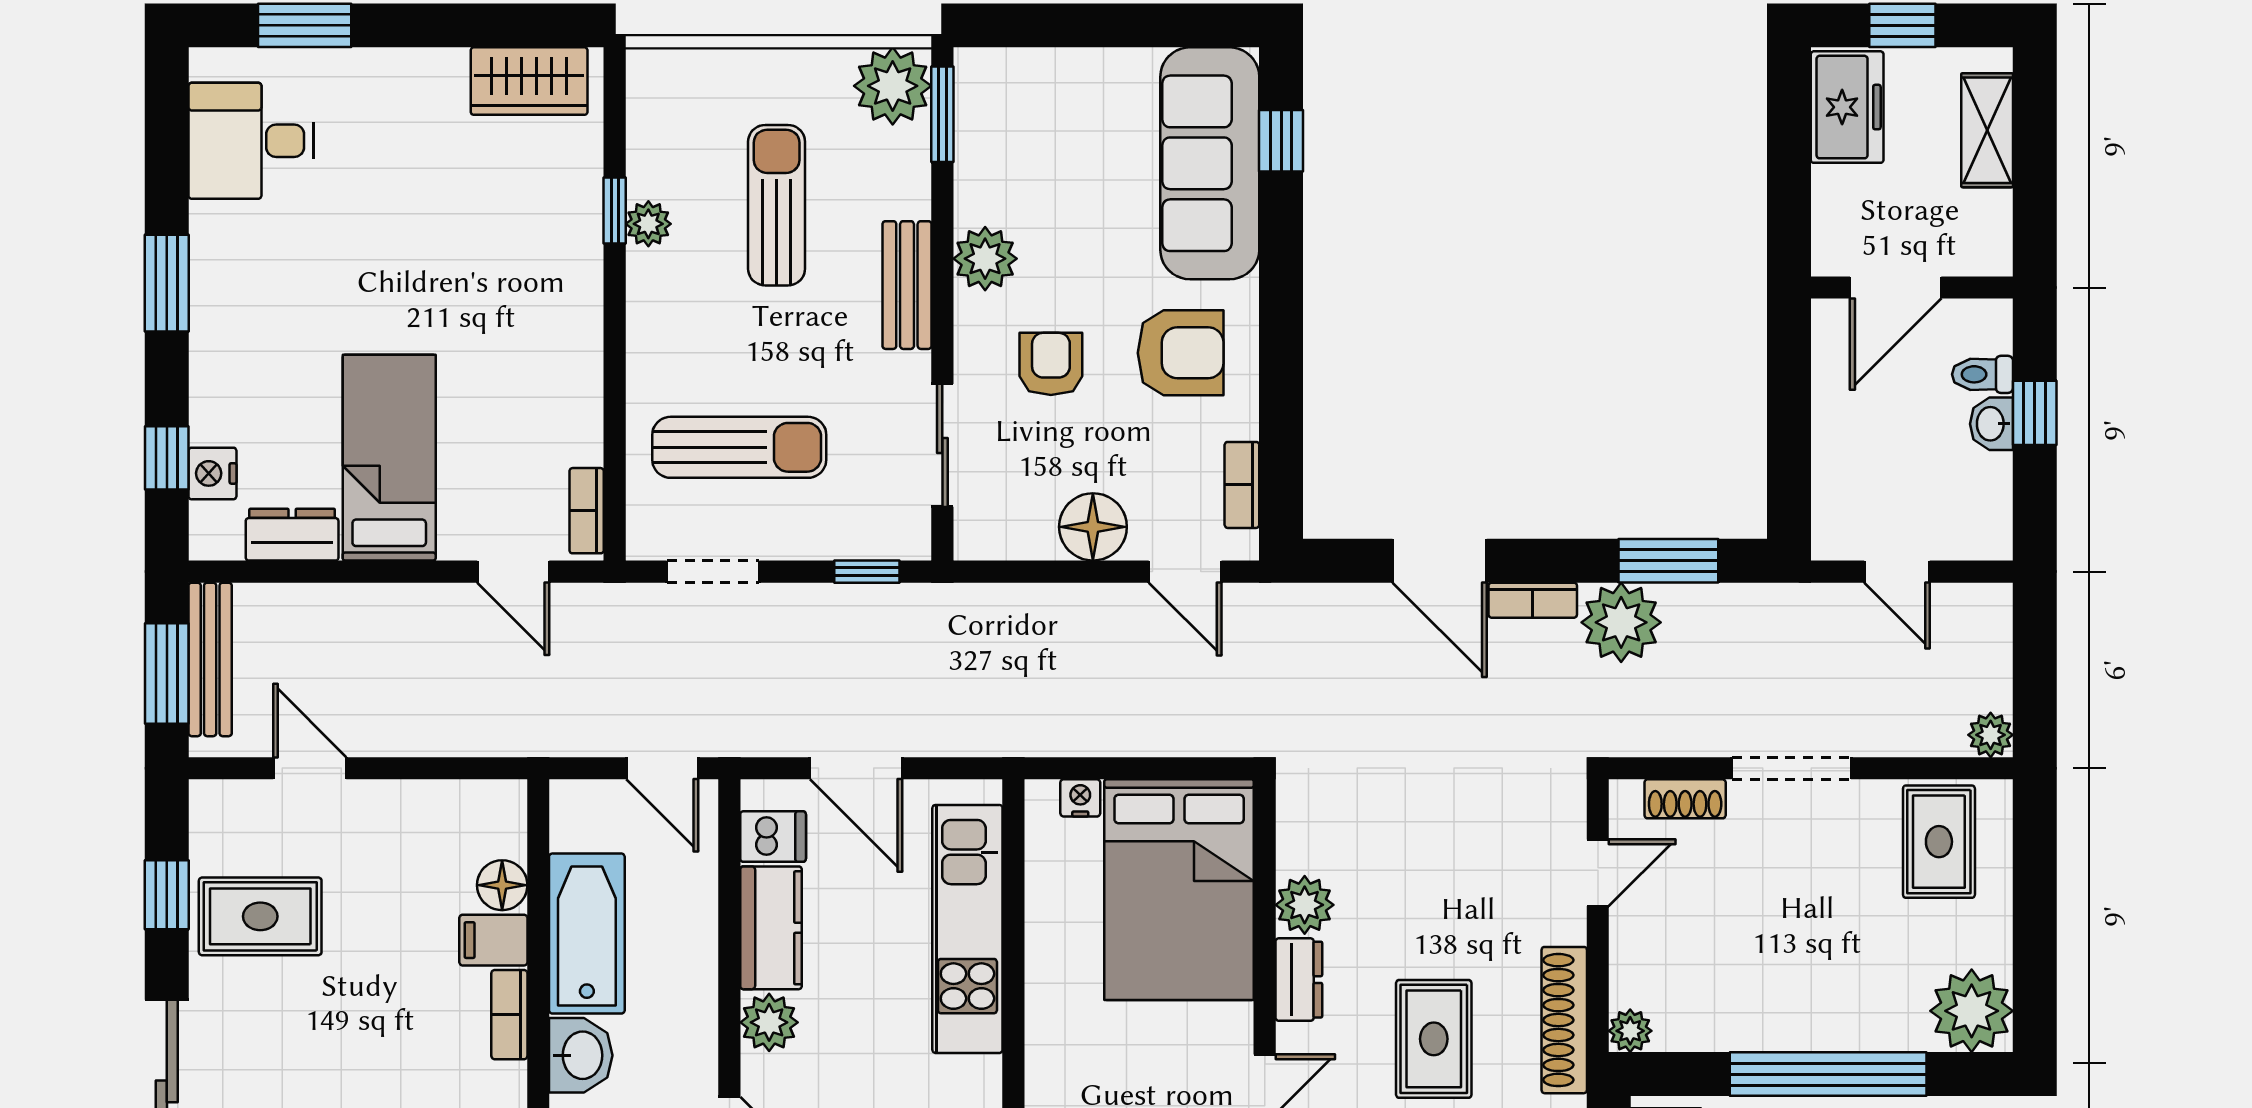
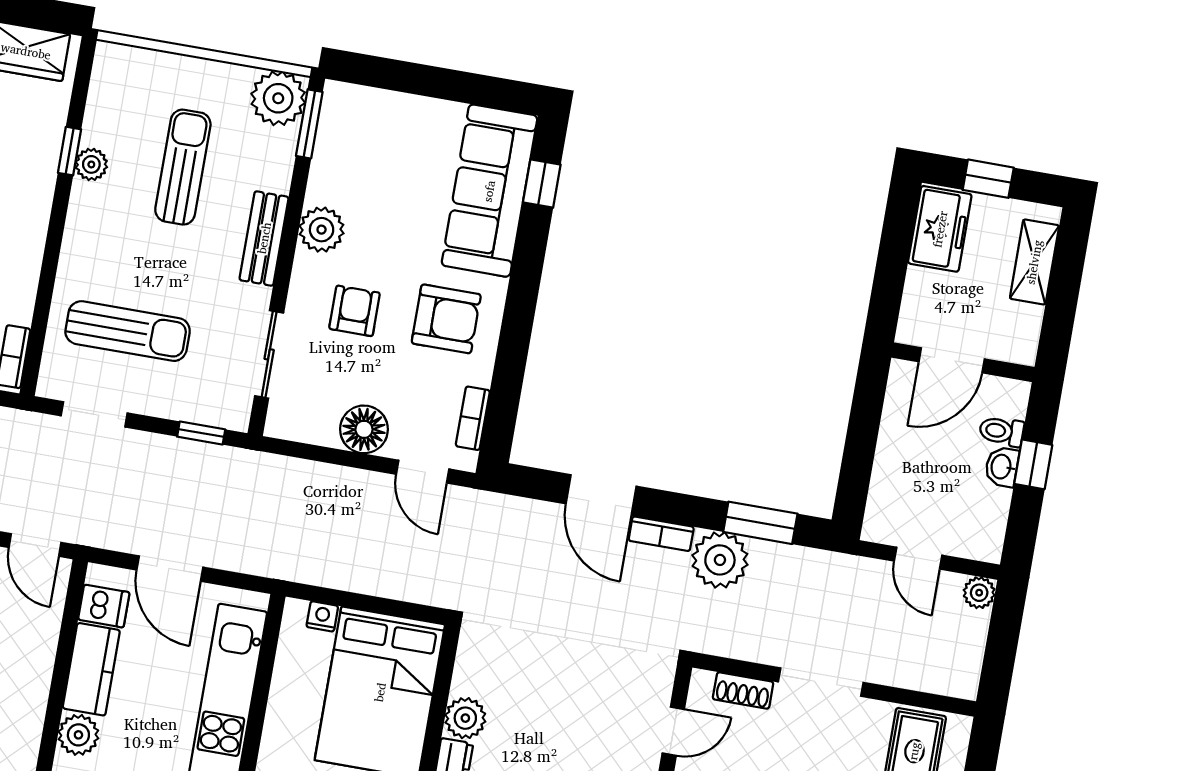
plant: (1991, 735) -> (979, 593), moved

